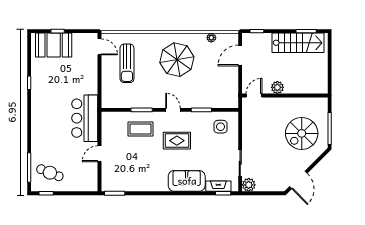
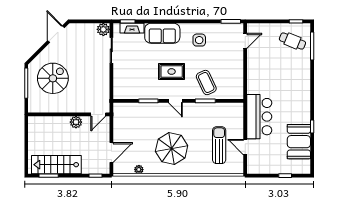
booth: (54, 45) -> (299, 142), moved, turned 90
door: (100, 47) -> (245, 147), moved
bar counter: (85, 118) -> (259, 117), moved
side table: (221, 127) -> (199, 40), moved
coffee table: (140, 129) -> (206, 83), turned 65
door: (100, 154) -> (245, 41), moved

